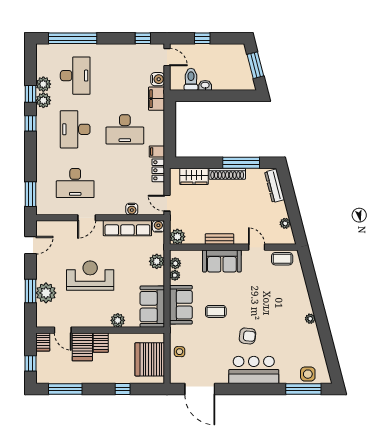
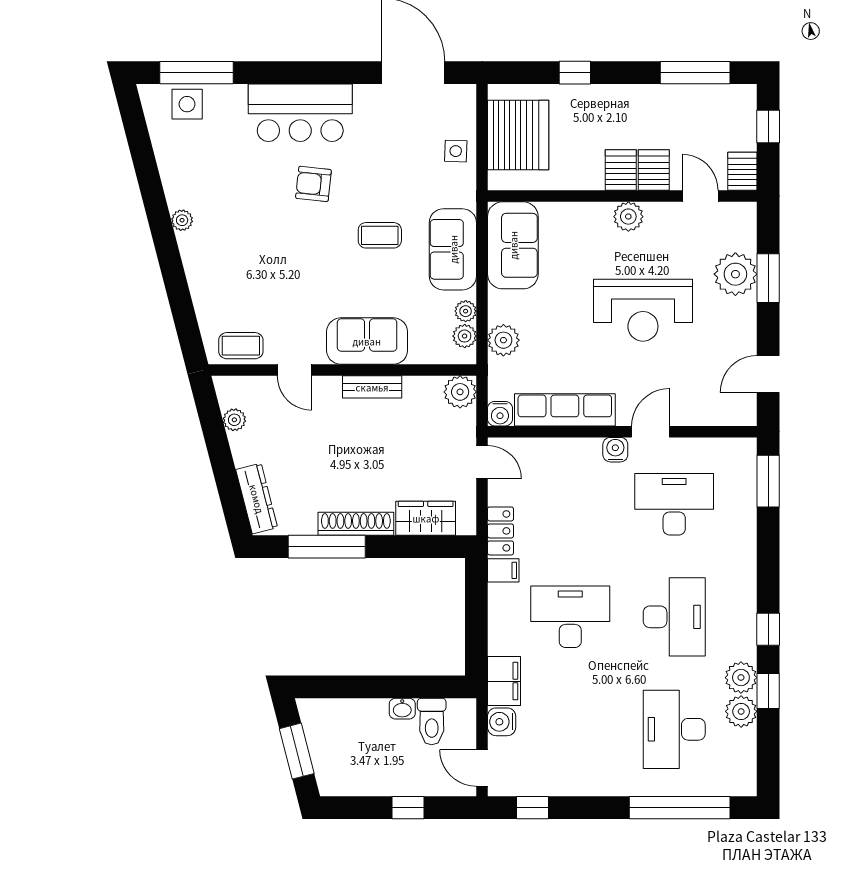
water cooler: (132, 209) -> (615, 450), moved
plant: (118, 320) -> (628, 217), moved
server rack: (82, 347) -> (654, 170), width x0.73, depth x0.70

